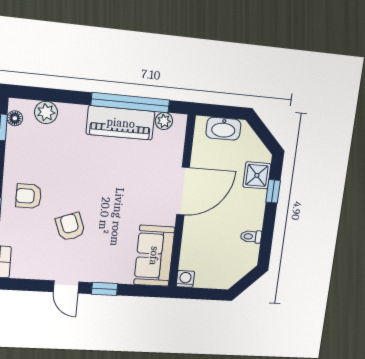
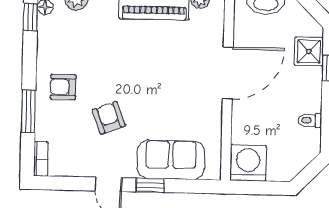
sofa: (154, 256) -> (171, 160), moved, turned 90
washing machine: (185, 279) -> (248, 163), width x1.89, depth x1.89

